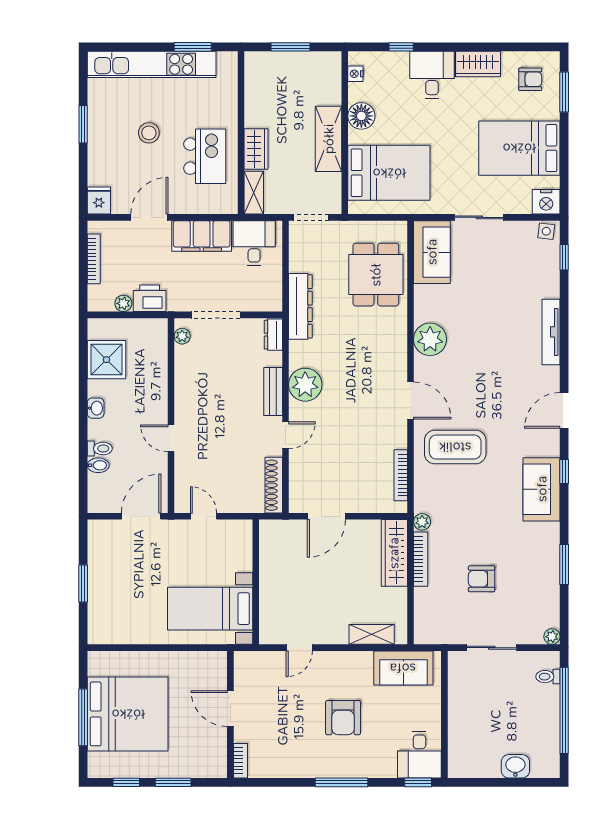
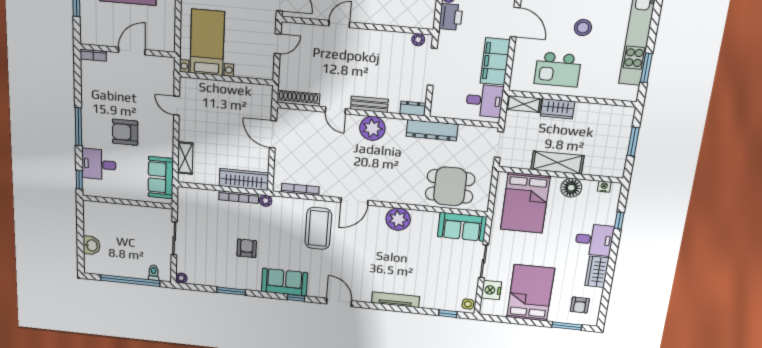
nightstand: (546, 202) -> (491, 290), moved
armchair: (482, 579) -> (247, 248), moved
desk: (419, 755) -> (99, 164), moved

